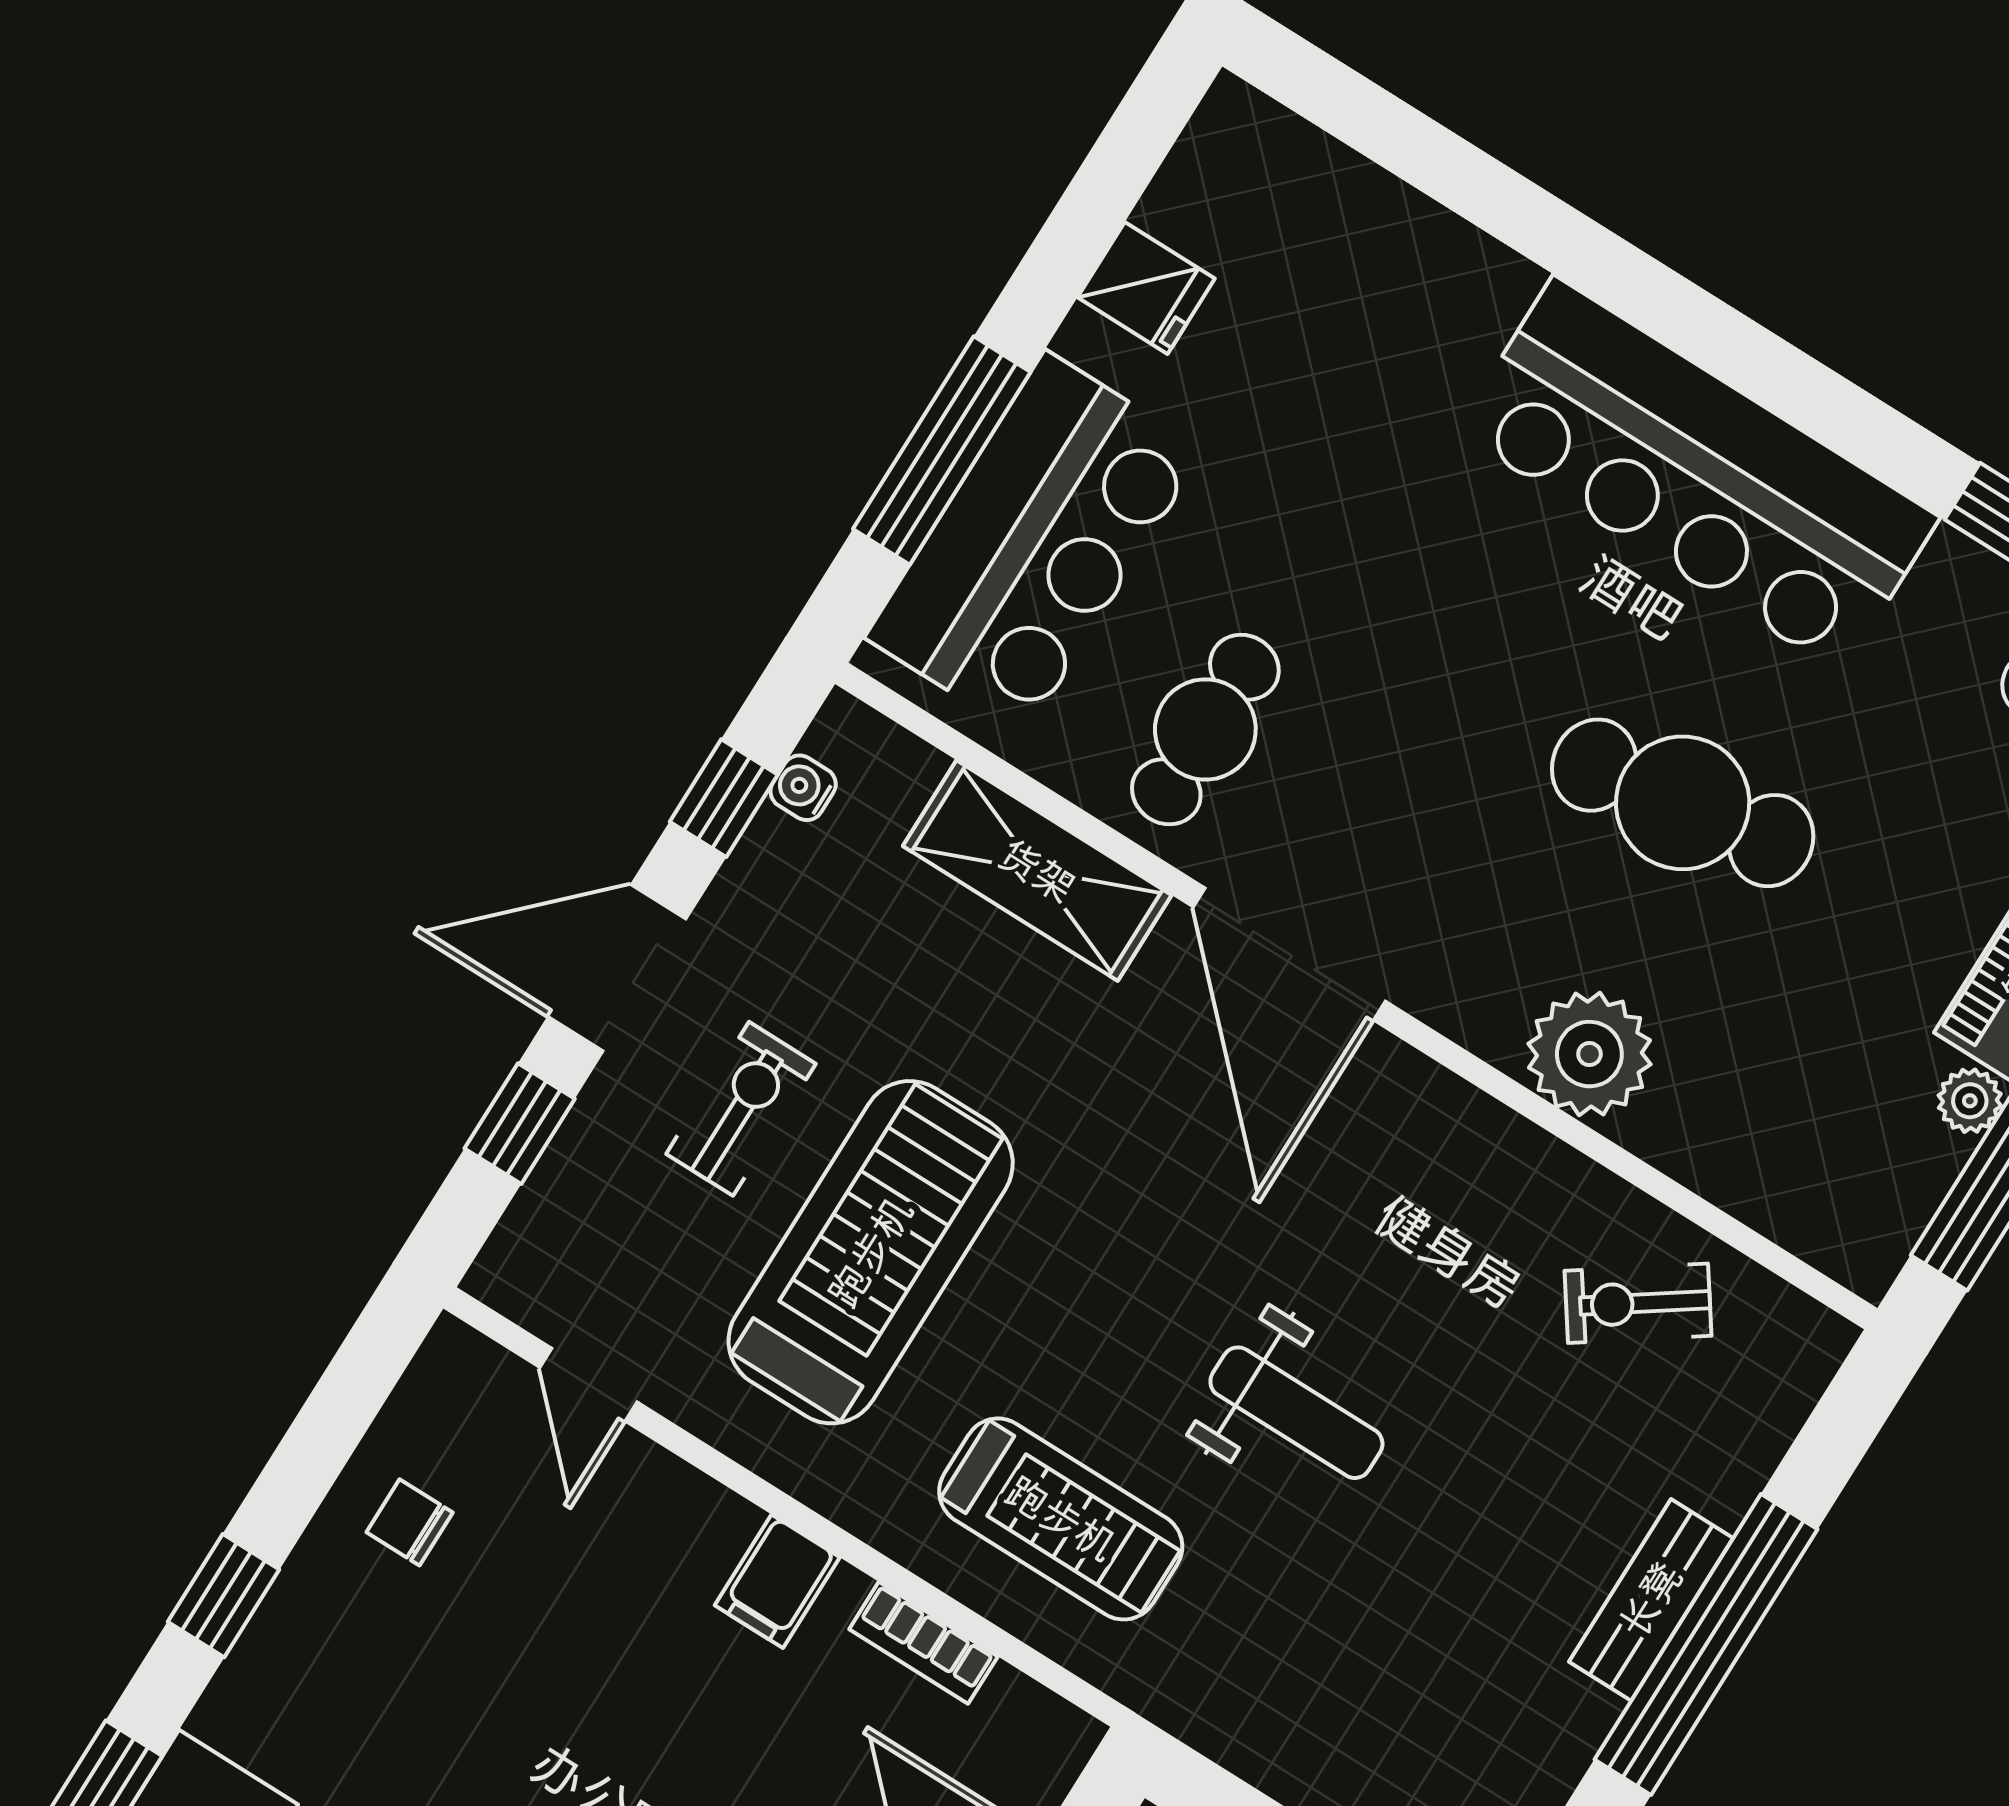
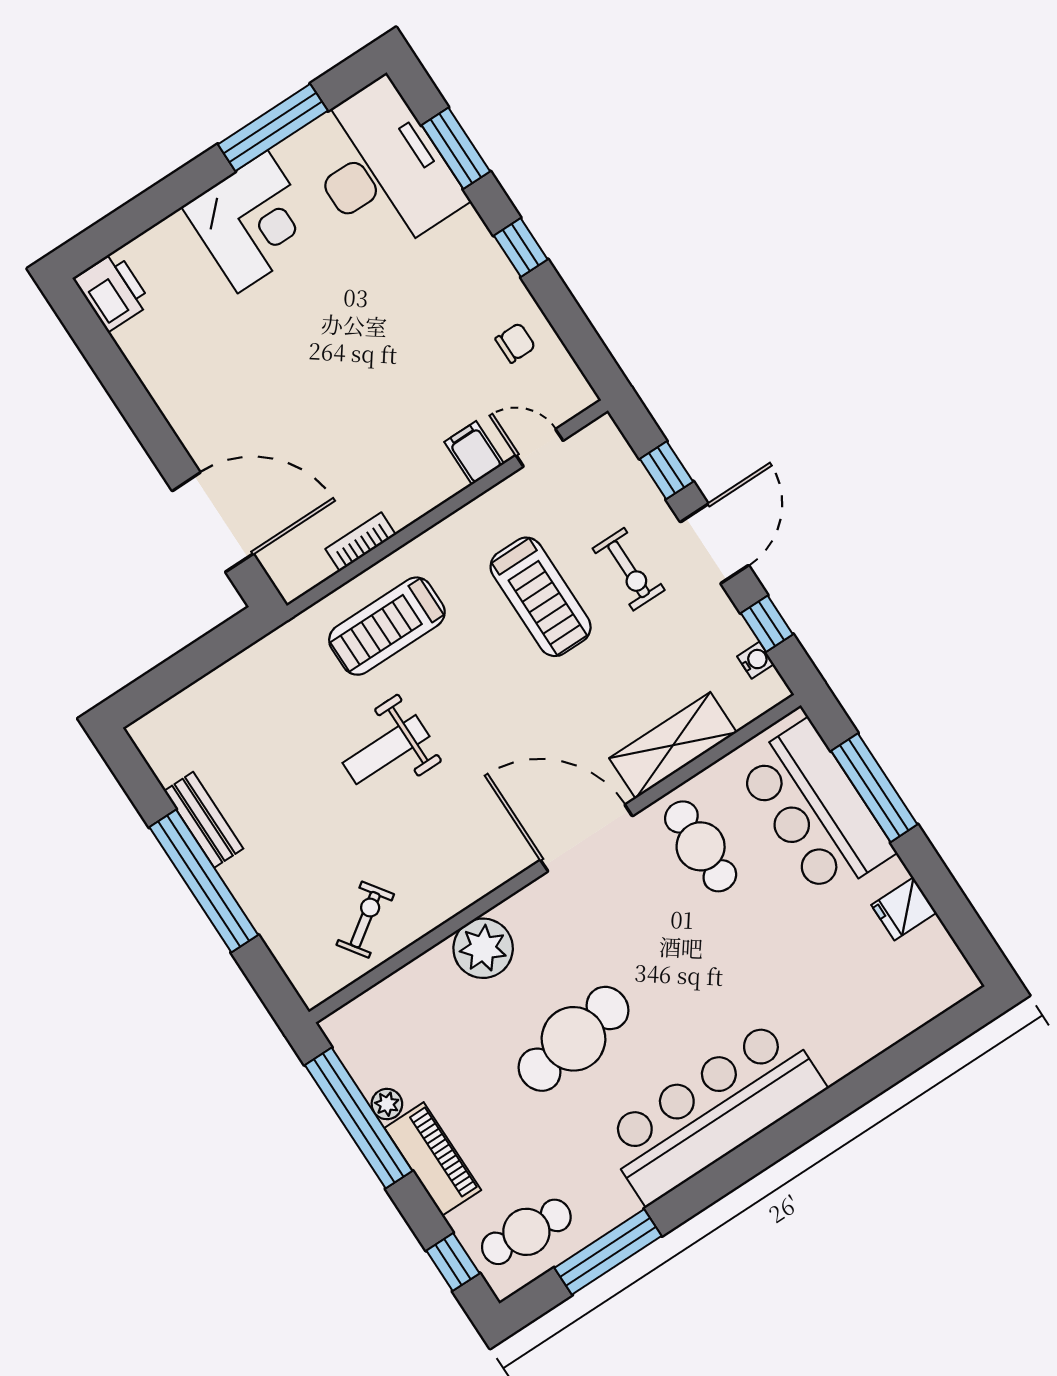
treadmill: (871, 1252) -> (541, 597), width x0.73, depth x0.73
filing cabinet: (777, 1581) -> (474, 453), moved
bench: (1651, 1600) -> (204, 820), moved

